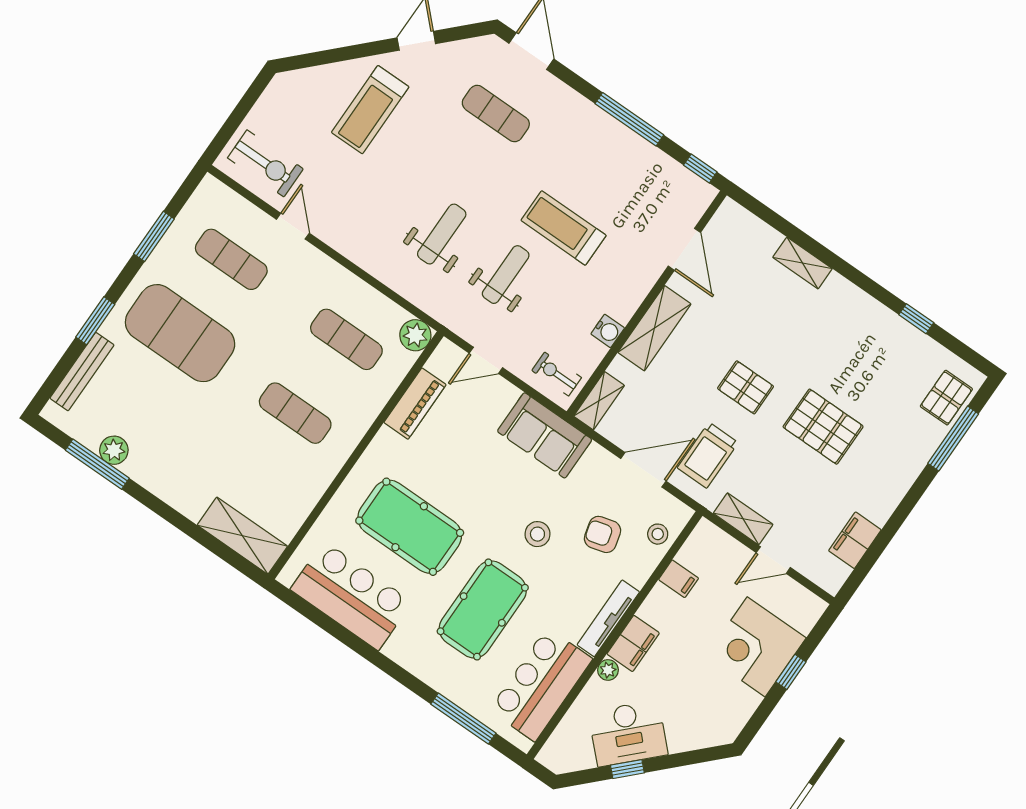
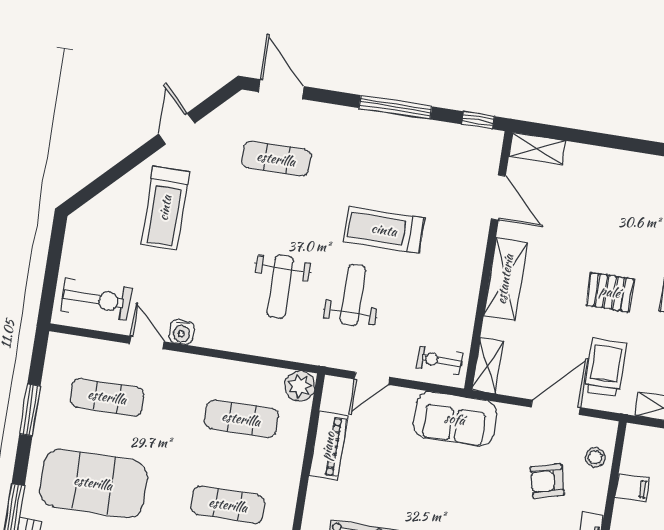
weight bench: (442, 234) -> (280, 287), turned 180
shelving: (802, 263) -> (537, 149), moved
water cooler: (608, 331) -> (182, 332), moved, turned 90
trolley: (708, 455) -> (606, 367), turned 180
stool: (537, 534) -> (490, 508), removed

